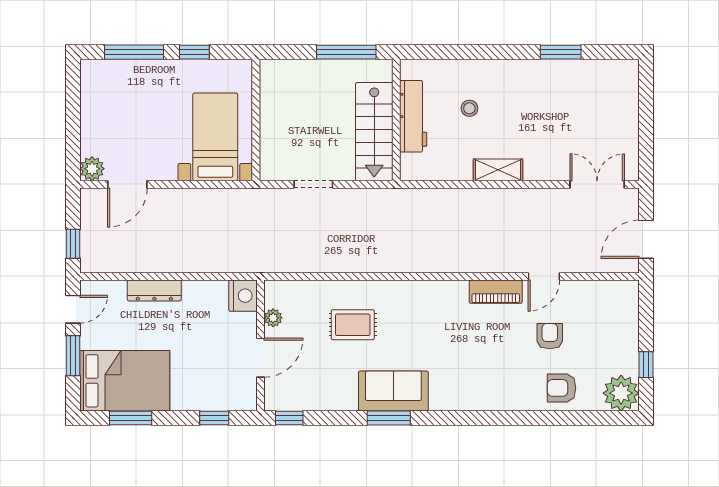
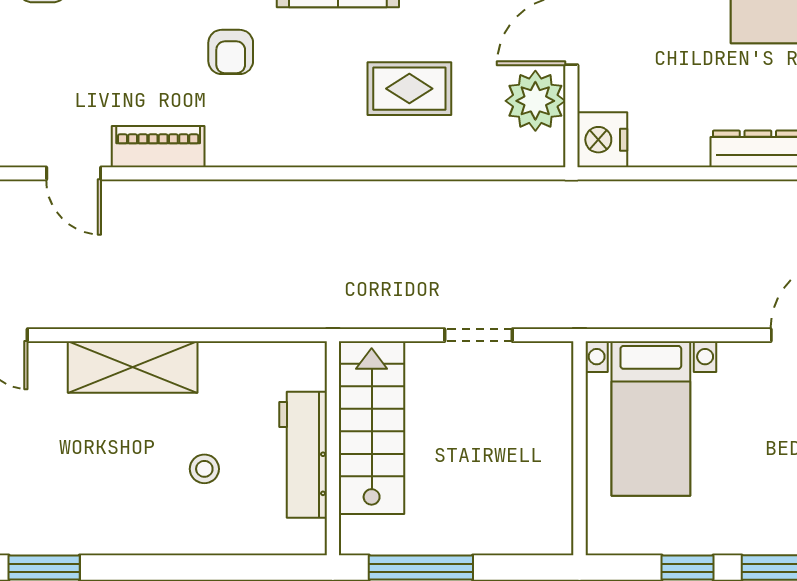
shelving: (498, 170) -> (133, 367), width x1.50, depth x1.33
door: (544, 276) -> (74, 173), swing flipped
plant: (273, 318) -> (535, 101), width x1.88, depth x1.88
armchair: (550, 336) -> (231, 52), moved

